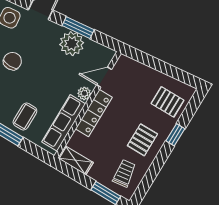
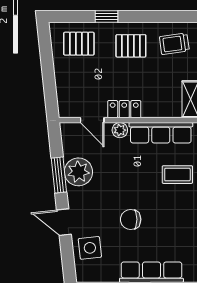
pallet: (168, 102) -> (79, 44), turned 90
locker: (94, 113) -> (124, 109), width x0.66

